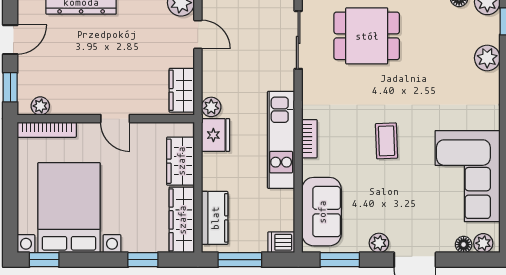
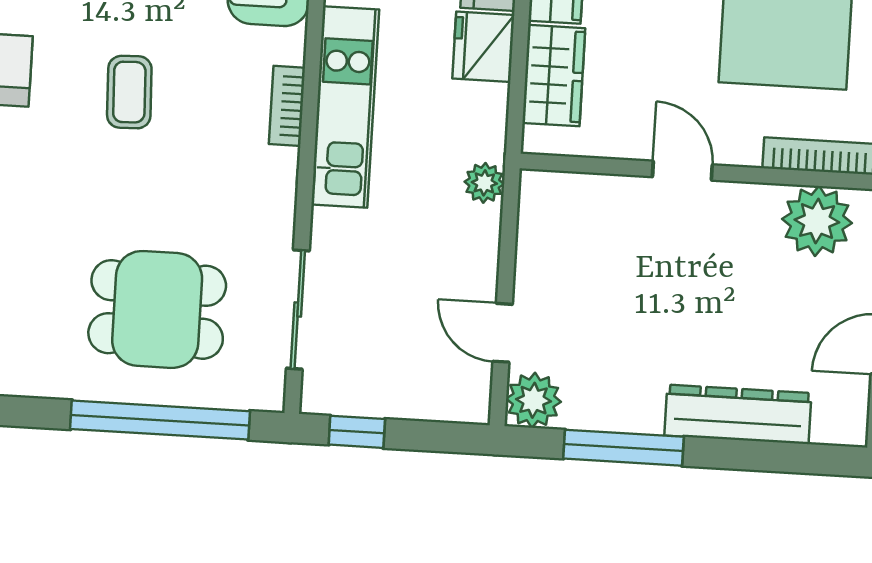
wardrobe: (182, 90) -> (543, 221), removed
plant: (40, 106) -> (817, 221), width x1.88, depth x1.88
fridge: (216, 135) -> (483, 47), moved

